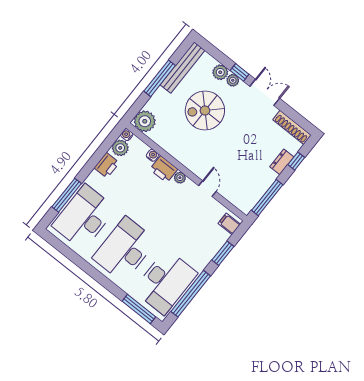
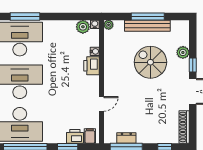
bench: (182, 68) -> (147, 26), moved
plant: (233, 80) -> (184, 65), removed
plant: (145, 121) -> (109, 25), width x0.53, depth x0.53
dresser: (282, 162) -> (126, 138), moved
printer: (107, 165) -> (75, 136), moved, turned 180
plant: (180, 178) -> (94, 81), removed

